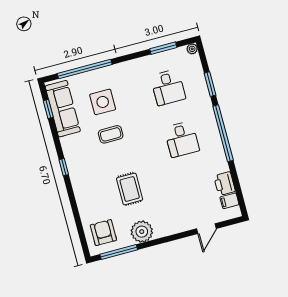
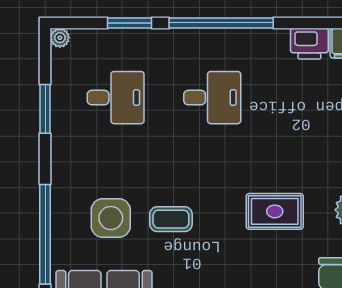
window: (163, 48) -> (45, 109), moved
coffee table: (111, 134) -> (171, 219), turned 90

